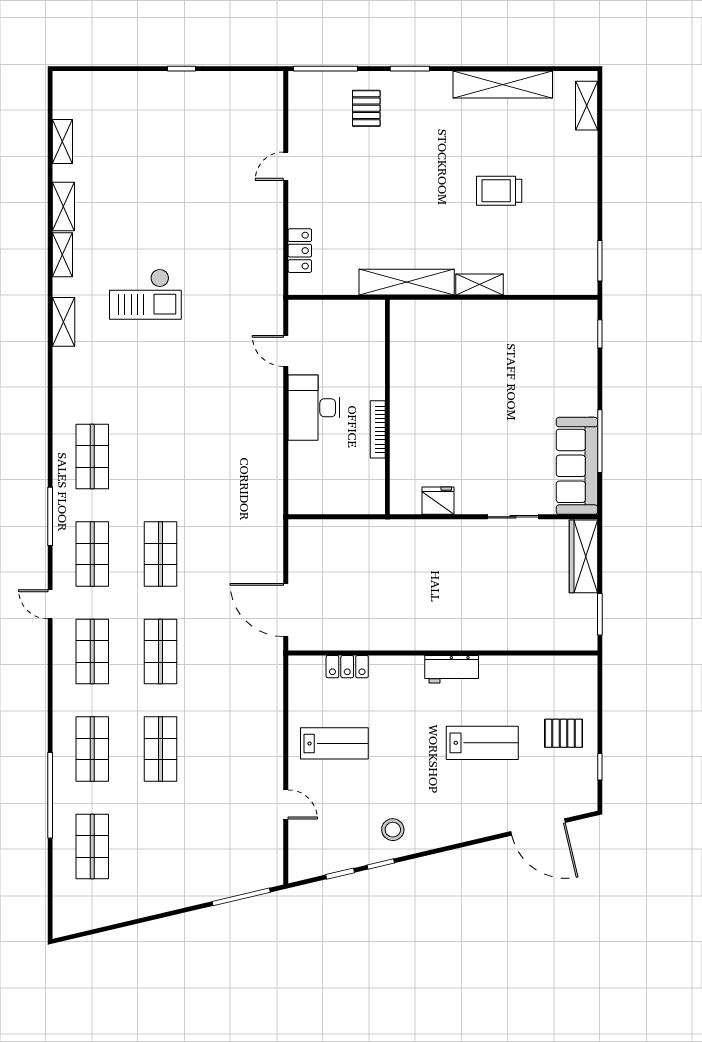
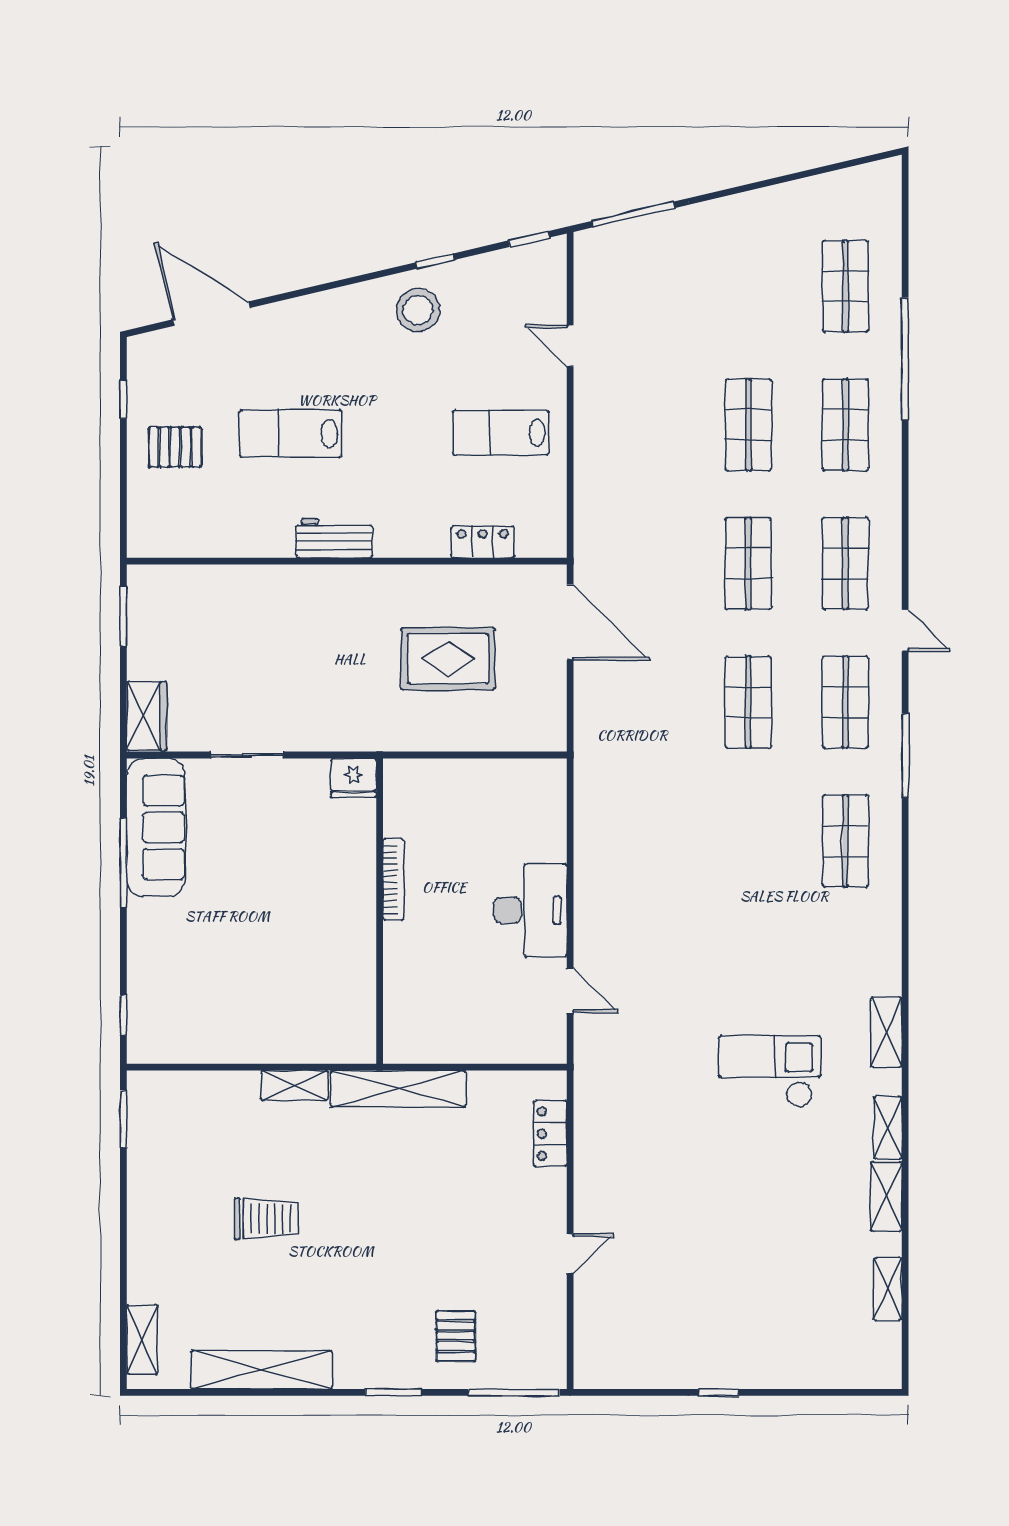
wall: (387, 407) -> (380, 911), moved
bookcase: (378, 429) -> (393, 879), moved
wardrobe: (583, 556) -> (147, 716), width x0.67
rug: (372, 585) -> (448, 659), added
stool: (393, 830) -> (418, 310), width x1.38, depth x1.38
window: (340, 874) -> (529, 239), moved

